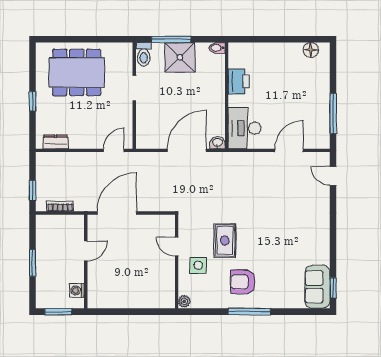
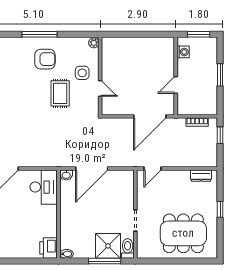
shower: (180, 57) -> (108, 246), moved
printer: (239, 82) -> (49, 248), moved

